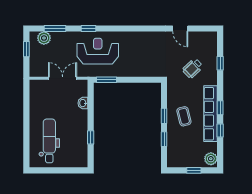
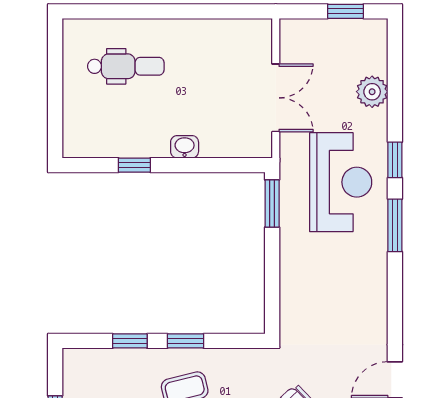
window: (55, 28) -> (395, 225), moved
plant: (44, 38) -> (372, 92), moved
washbasin: (83, 103) -> (185, 147), moved
dental chair: (49, 141) -> (126, 66), width x0.73, depth x0.72

